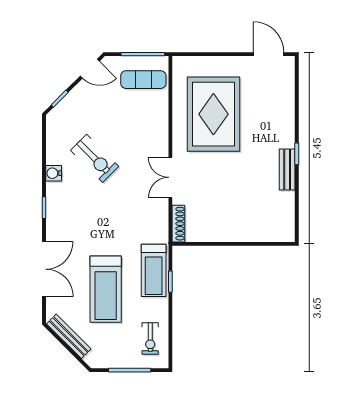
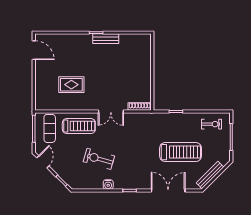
door: (269, 54) -> (34, 50), swing flipped
rug: (213, 114) -> (71, 85), width x0.54, depth x0.49
exercise bike: (95, 158) -> (99, 159), turned -119
treadmill: (154, 270) -> (79, 126), moved

